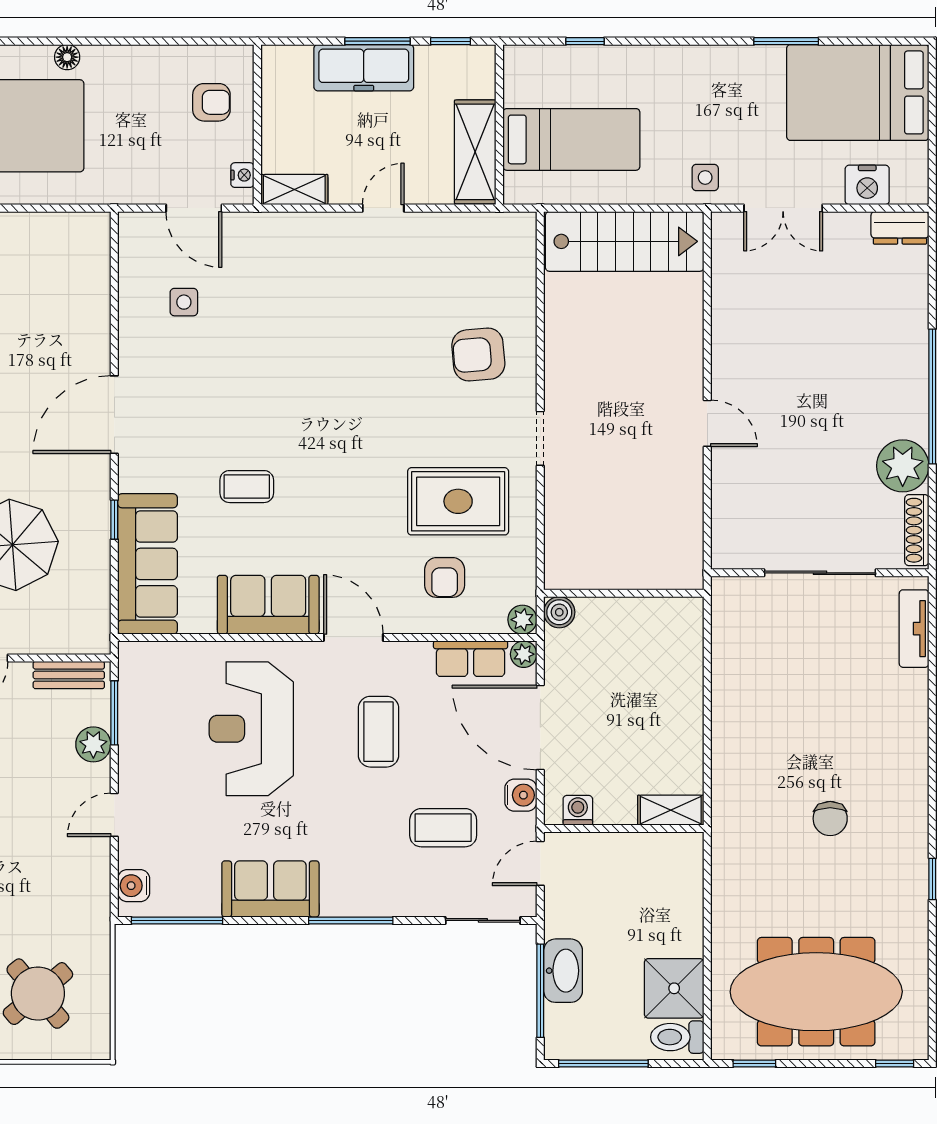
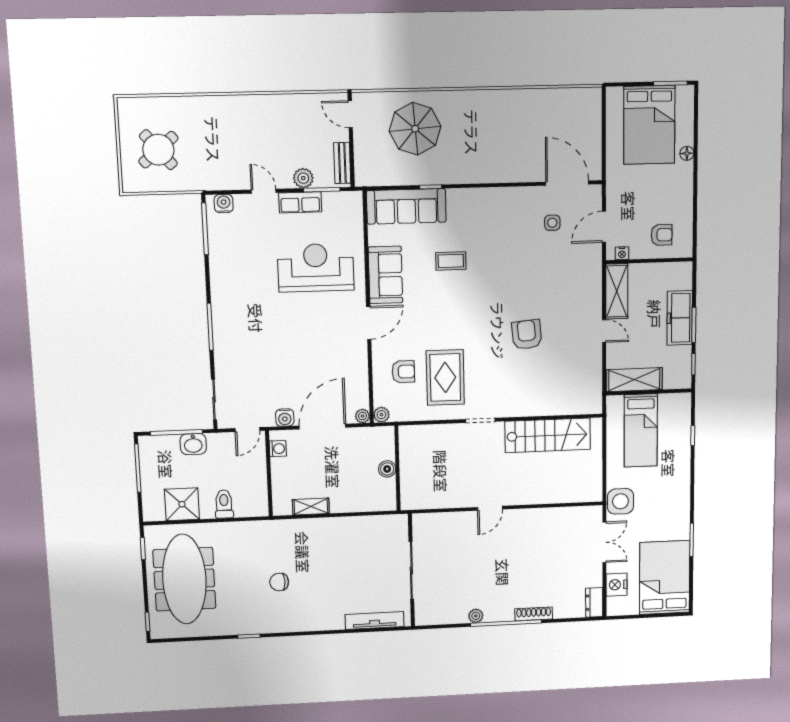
armchair: (211, 102) -> (662, 235), turned -90
side table: (705, 177) -> (620, 501), width x1.87, depth x1.87
shelving: (294, 190) -> (617, 291), width x1.50, depth x1.33
double door: (783, 208) -> (604, 542), swing flipped
stairs: (625, 241) -> (548, 435), moved, turned -90
armchair: (478, 355) -> (527, 335), moved
door: (114, 415) -> (567, 183), moved
plant: (903, 466) -> (476, 616), width x0.53, depth x0.53
coffee table: (247, 487) -> (451, 261), turned 90
shoe rack: (917, 530) -> (534, 614), moved
armchair: (445, 577) -> (403, 372), turned 180
boiler: (559, 612) -> (387, 469), moved
tv unit: (914, 629) -> (375, 620), width x1.41
row of seats: (471, 659) -> (300, 202), moved, turned -90
coffee table: (379, 732) -> (317, 339), removed
shelving: (671, 810) -> (311, 507), moved, turned 90
coffee table: (443, 828) -> (265, 376), removed
door: (540, 863) -> (247, 430), swing flipped
sofa: (270, 889) -> (226, 281), removed
washbasin: (563, 971) -> (193, 444), width x0.72
toilet: (677, 1037) -> (224, 504), moved

